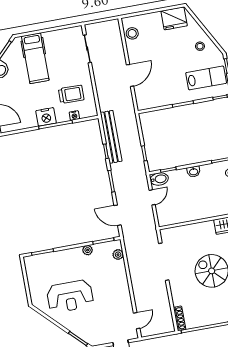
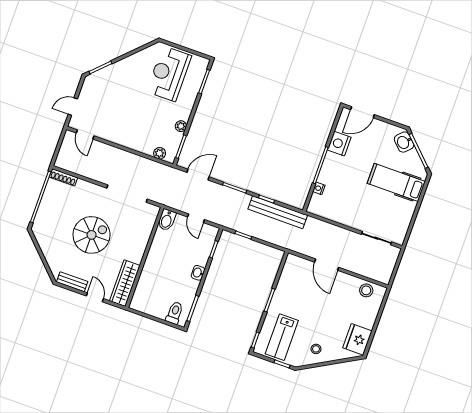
trolley: (71, 94) -> (341, 197), removed
nightstand: (46, 117) -> (339, 144), moved
bidet: (159, 179) -> (167, 220), moved
reception desk: (70, 296) -> (169, 74), moved

